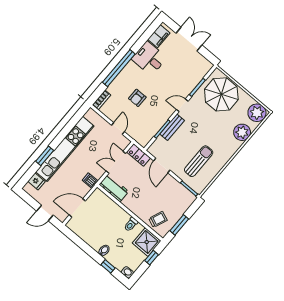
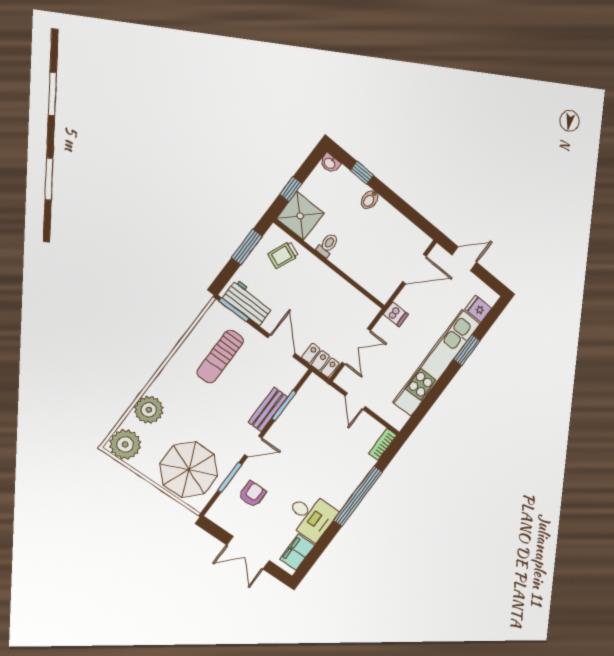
armchair: (137, 98) -> (252, 494), moved
workbench: (114, 188) -> (248, 303), moved, turned 180

